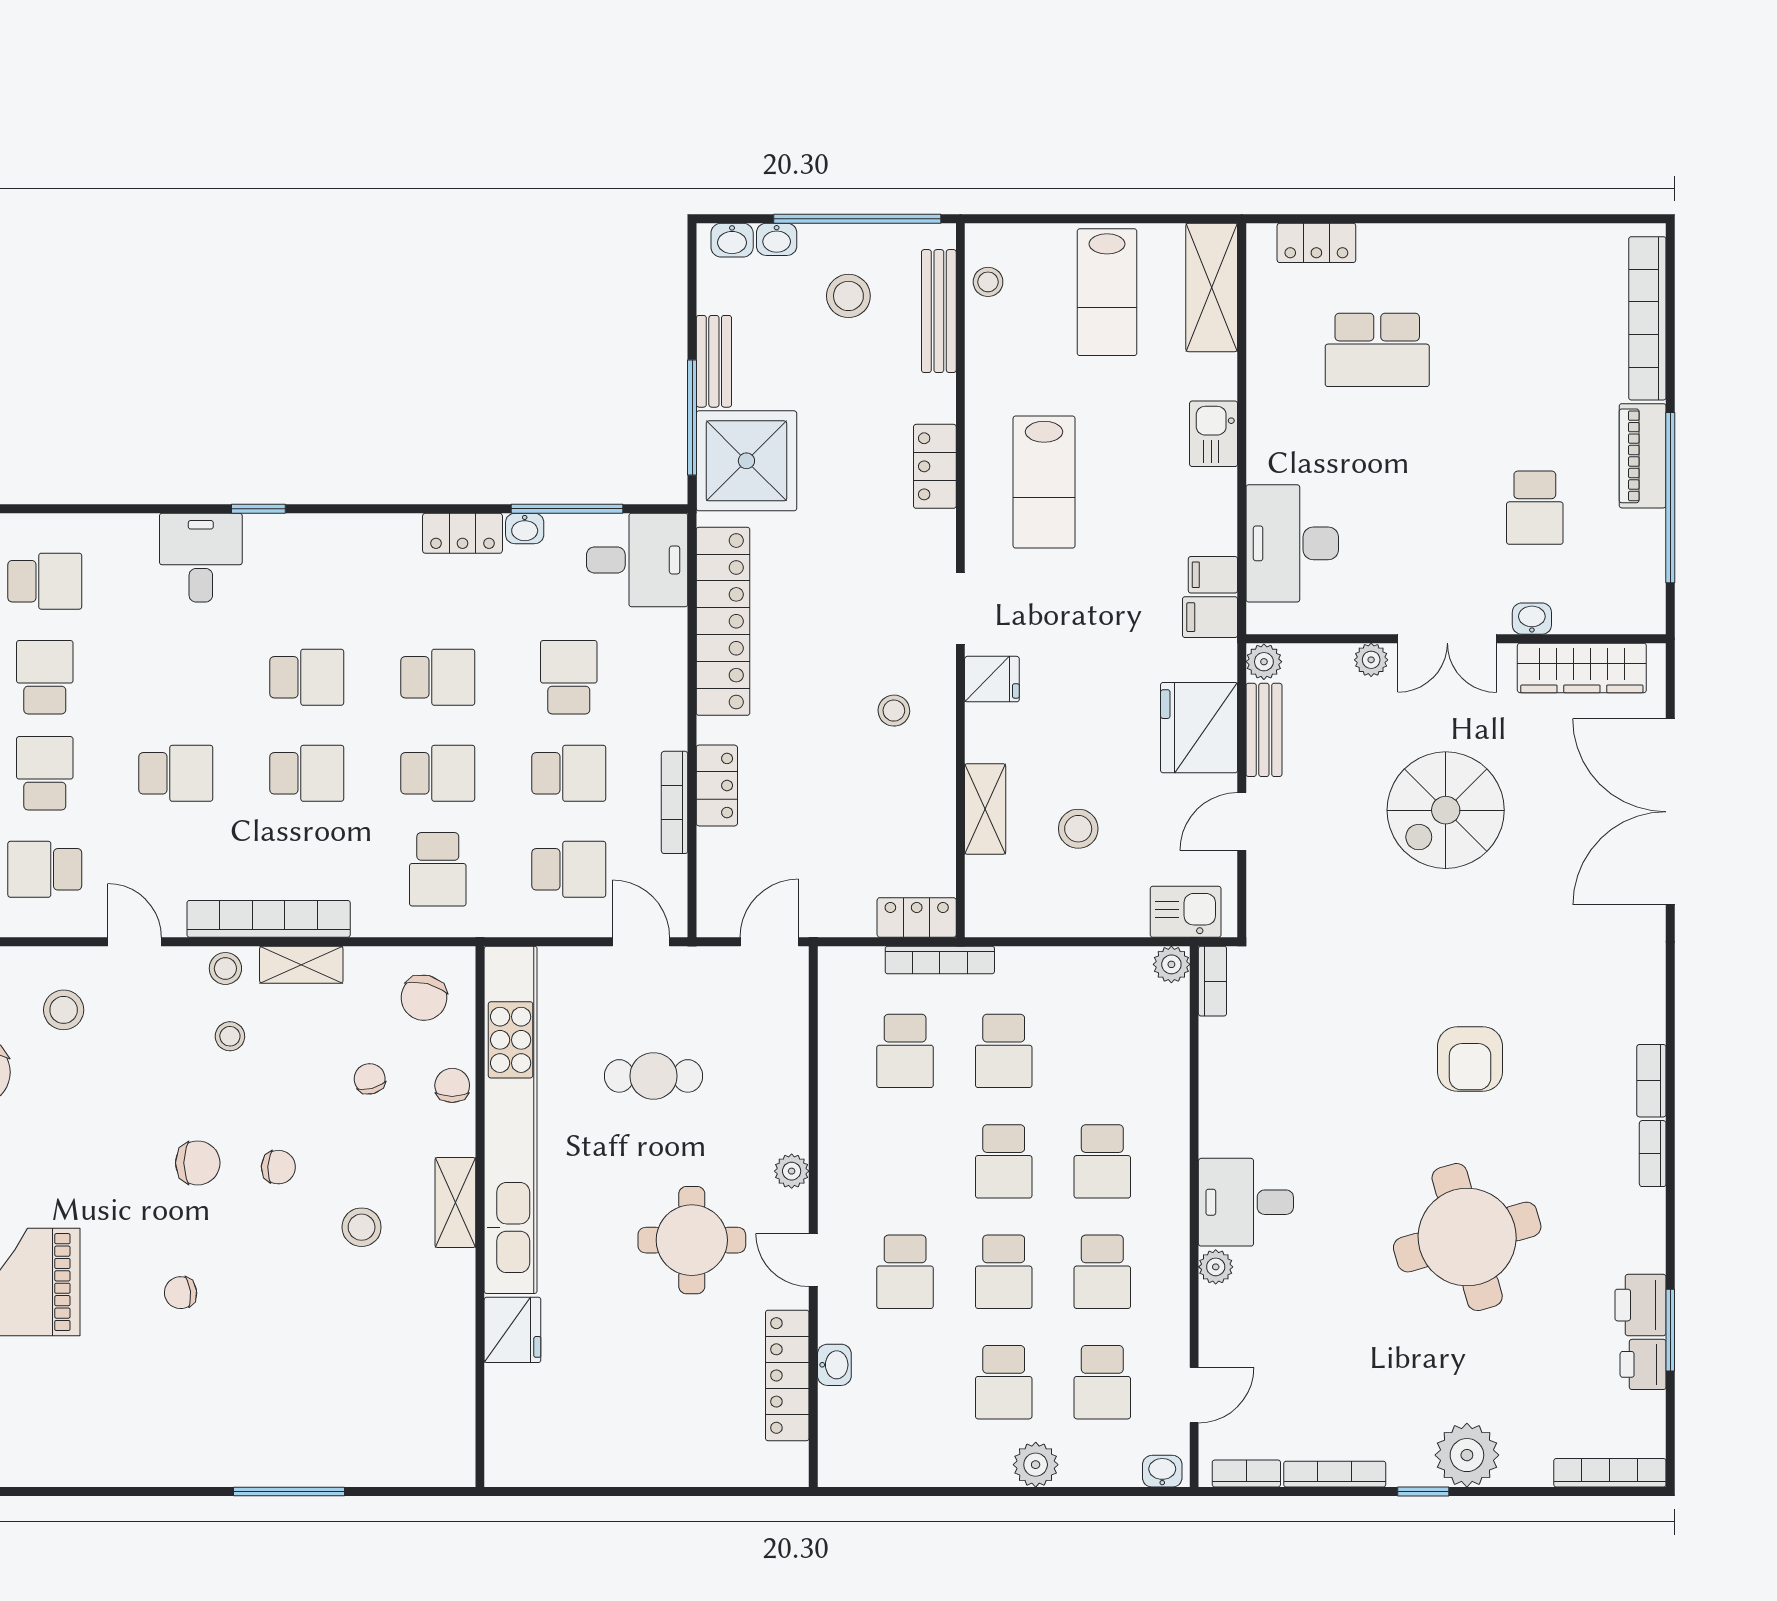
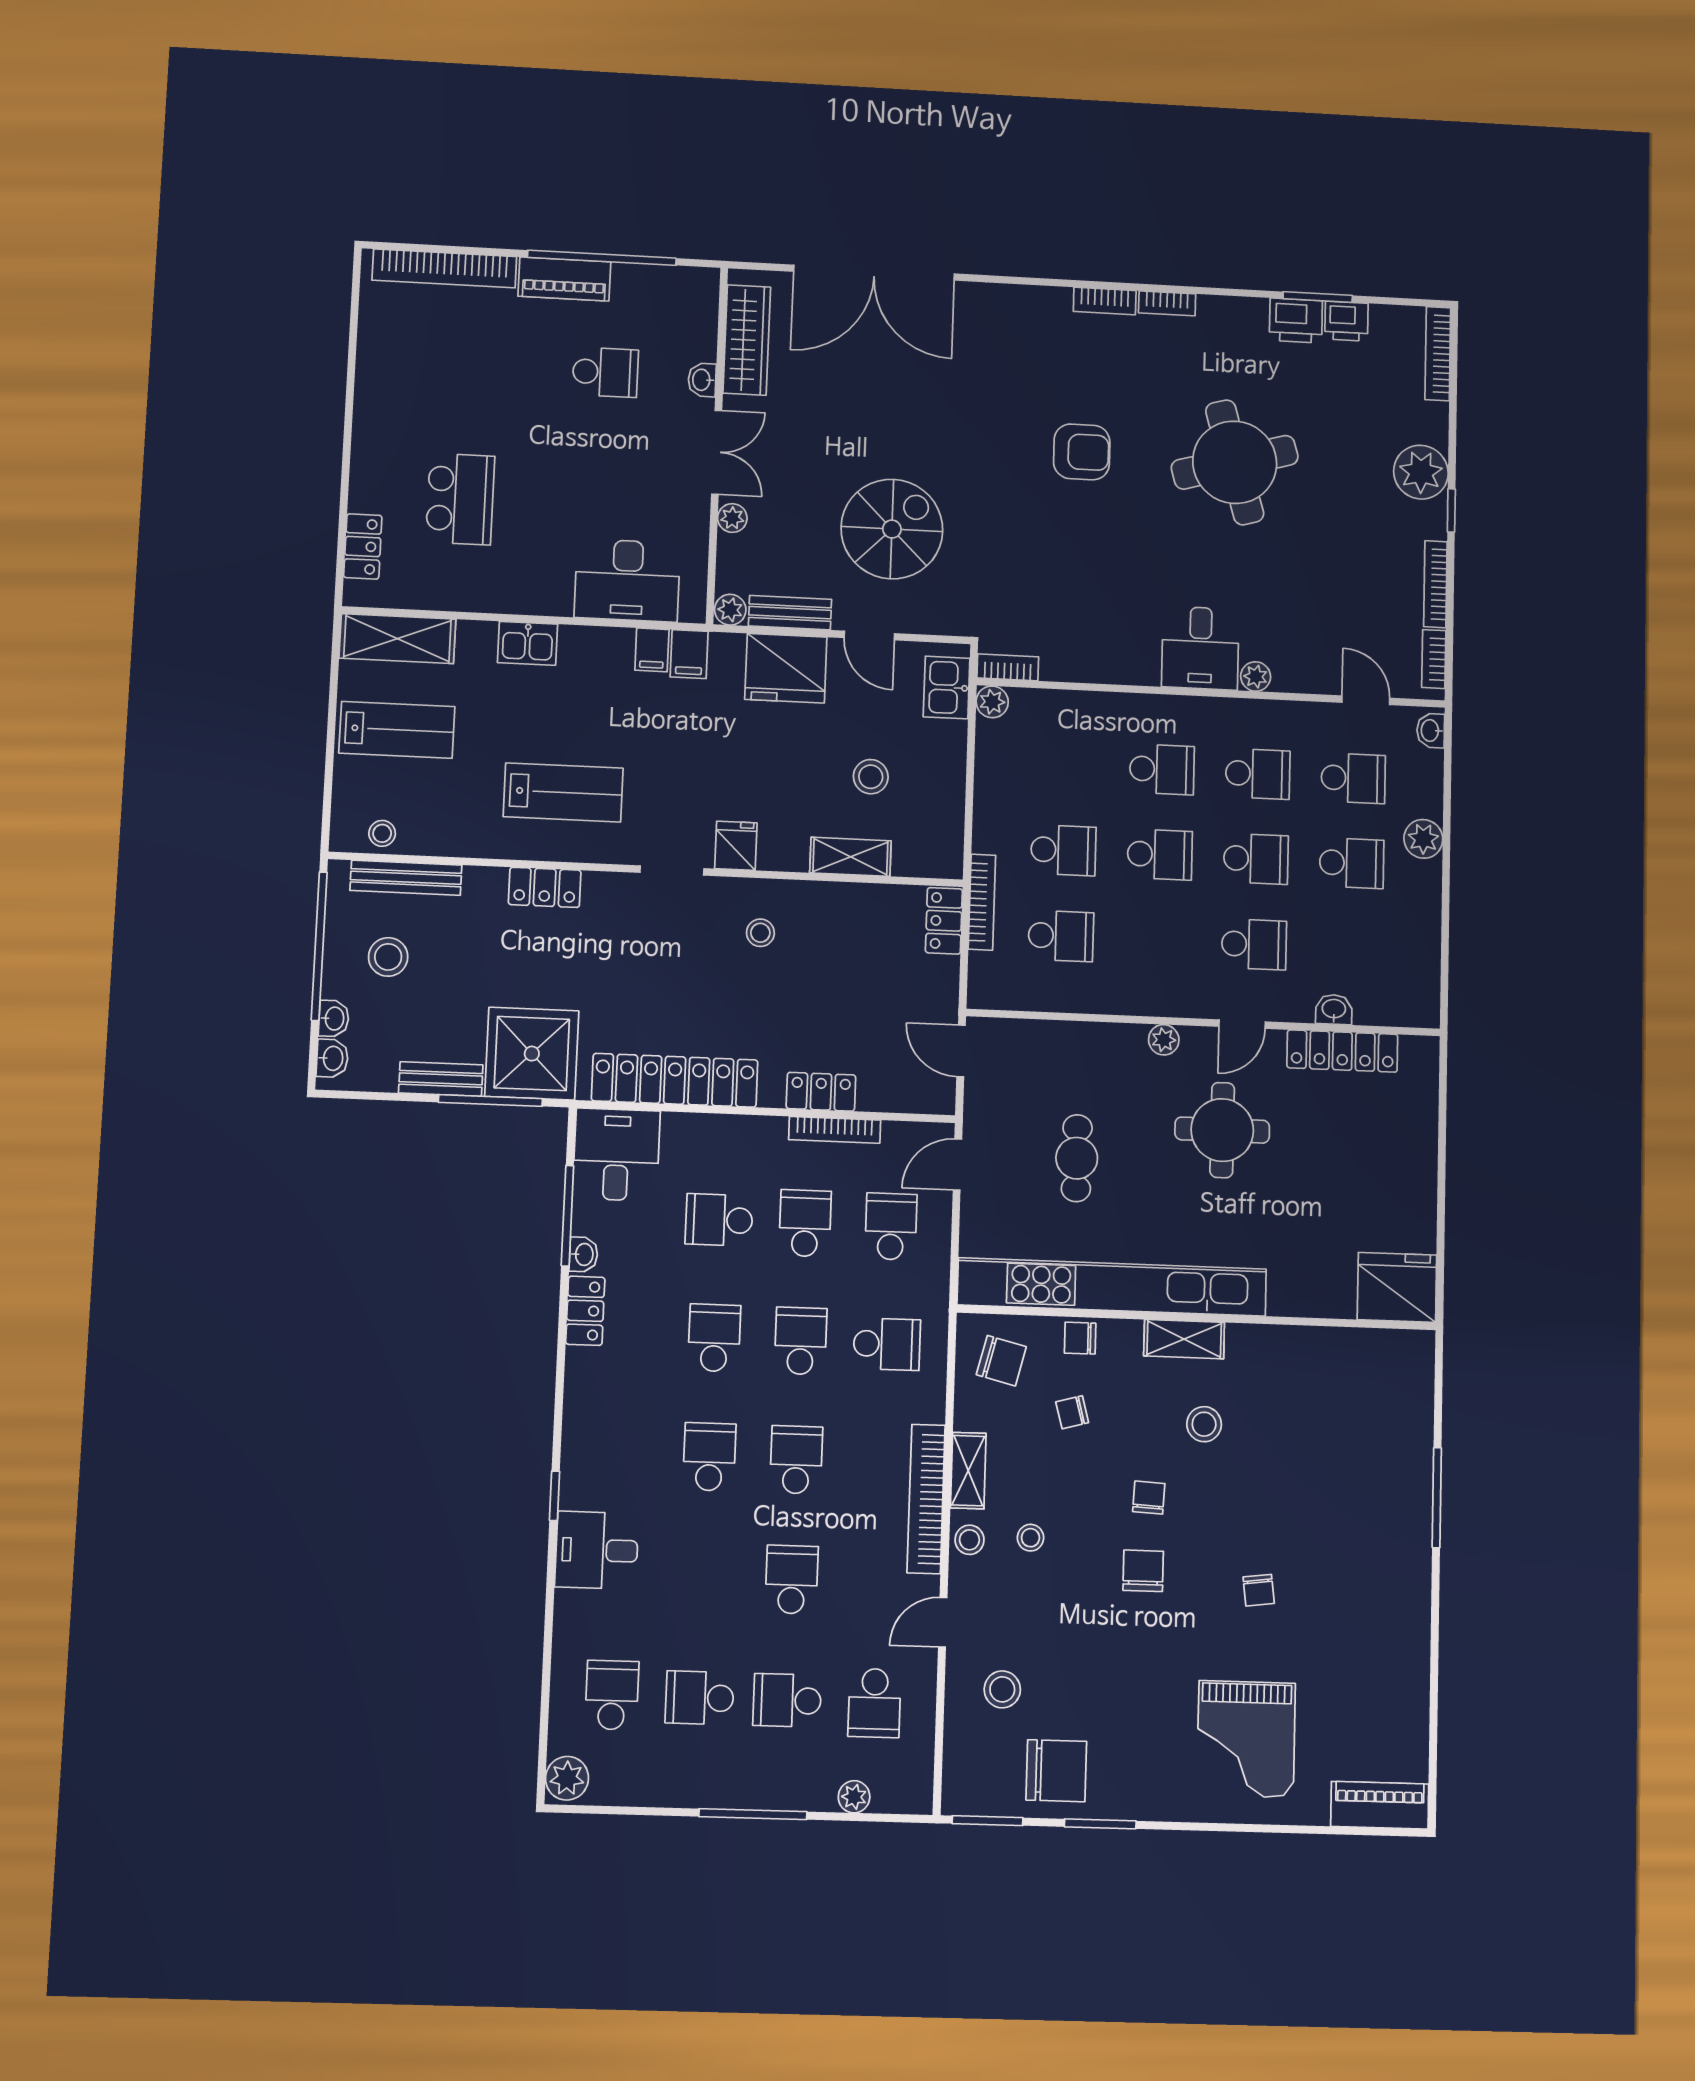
spiral stairs: (1446, 810) -> (892, 529), moved, turned -90
fridge: (512, 1330) -> (1397, 1287), moved, width x1.36, depth x1.34

